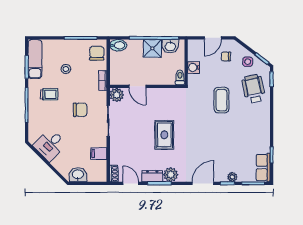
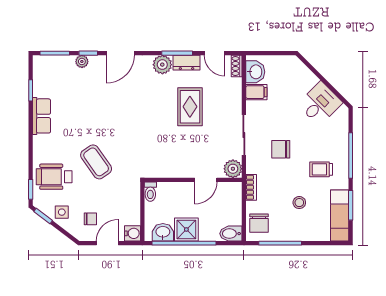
water cooler: (194, 68) -> (132, 233), moved
door: (137, 86) -> (206, 180), swing flipped
wheelchair: (254, 89) -> (54, 177), turned 102
coffee table: (221, 100) -> (96, 162), turned -35
rug: (164, 135) -> (190, 107), moved
row of seats: (263, 168) -> (42, 116), moved
washbasin: (78, 175) -> (255, 72), moved, turned -90

